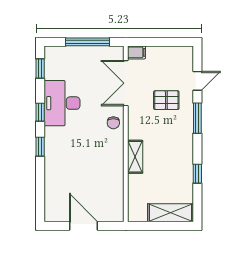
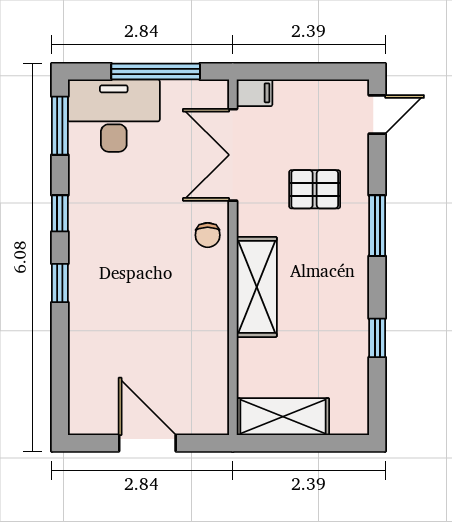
window: (40, 69) -> (60, 126), width x1.50
door: (197, 81) -> (377, 114), moved
desk: (62, 103) -> (114, 116), moved, turned 90
shelving: (135, 157) -> (257, 287), width x1.50, depth x1.33
shelving: (170, 213) -> (283, 417), moved

